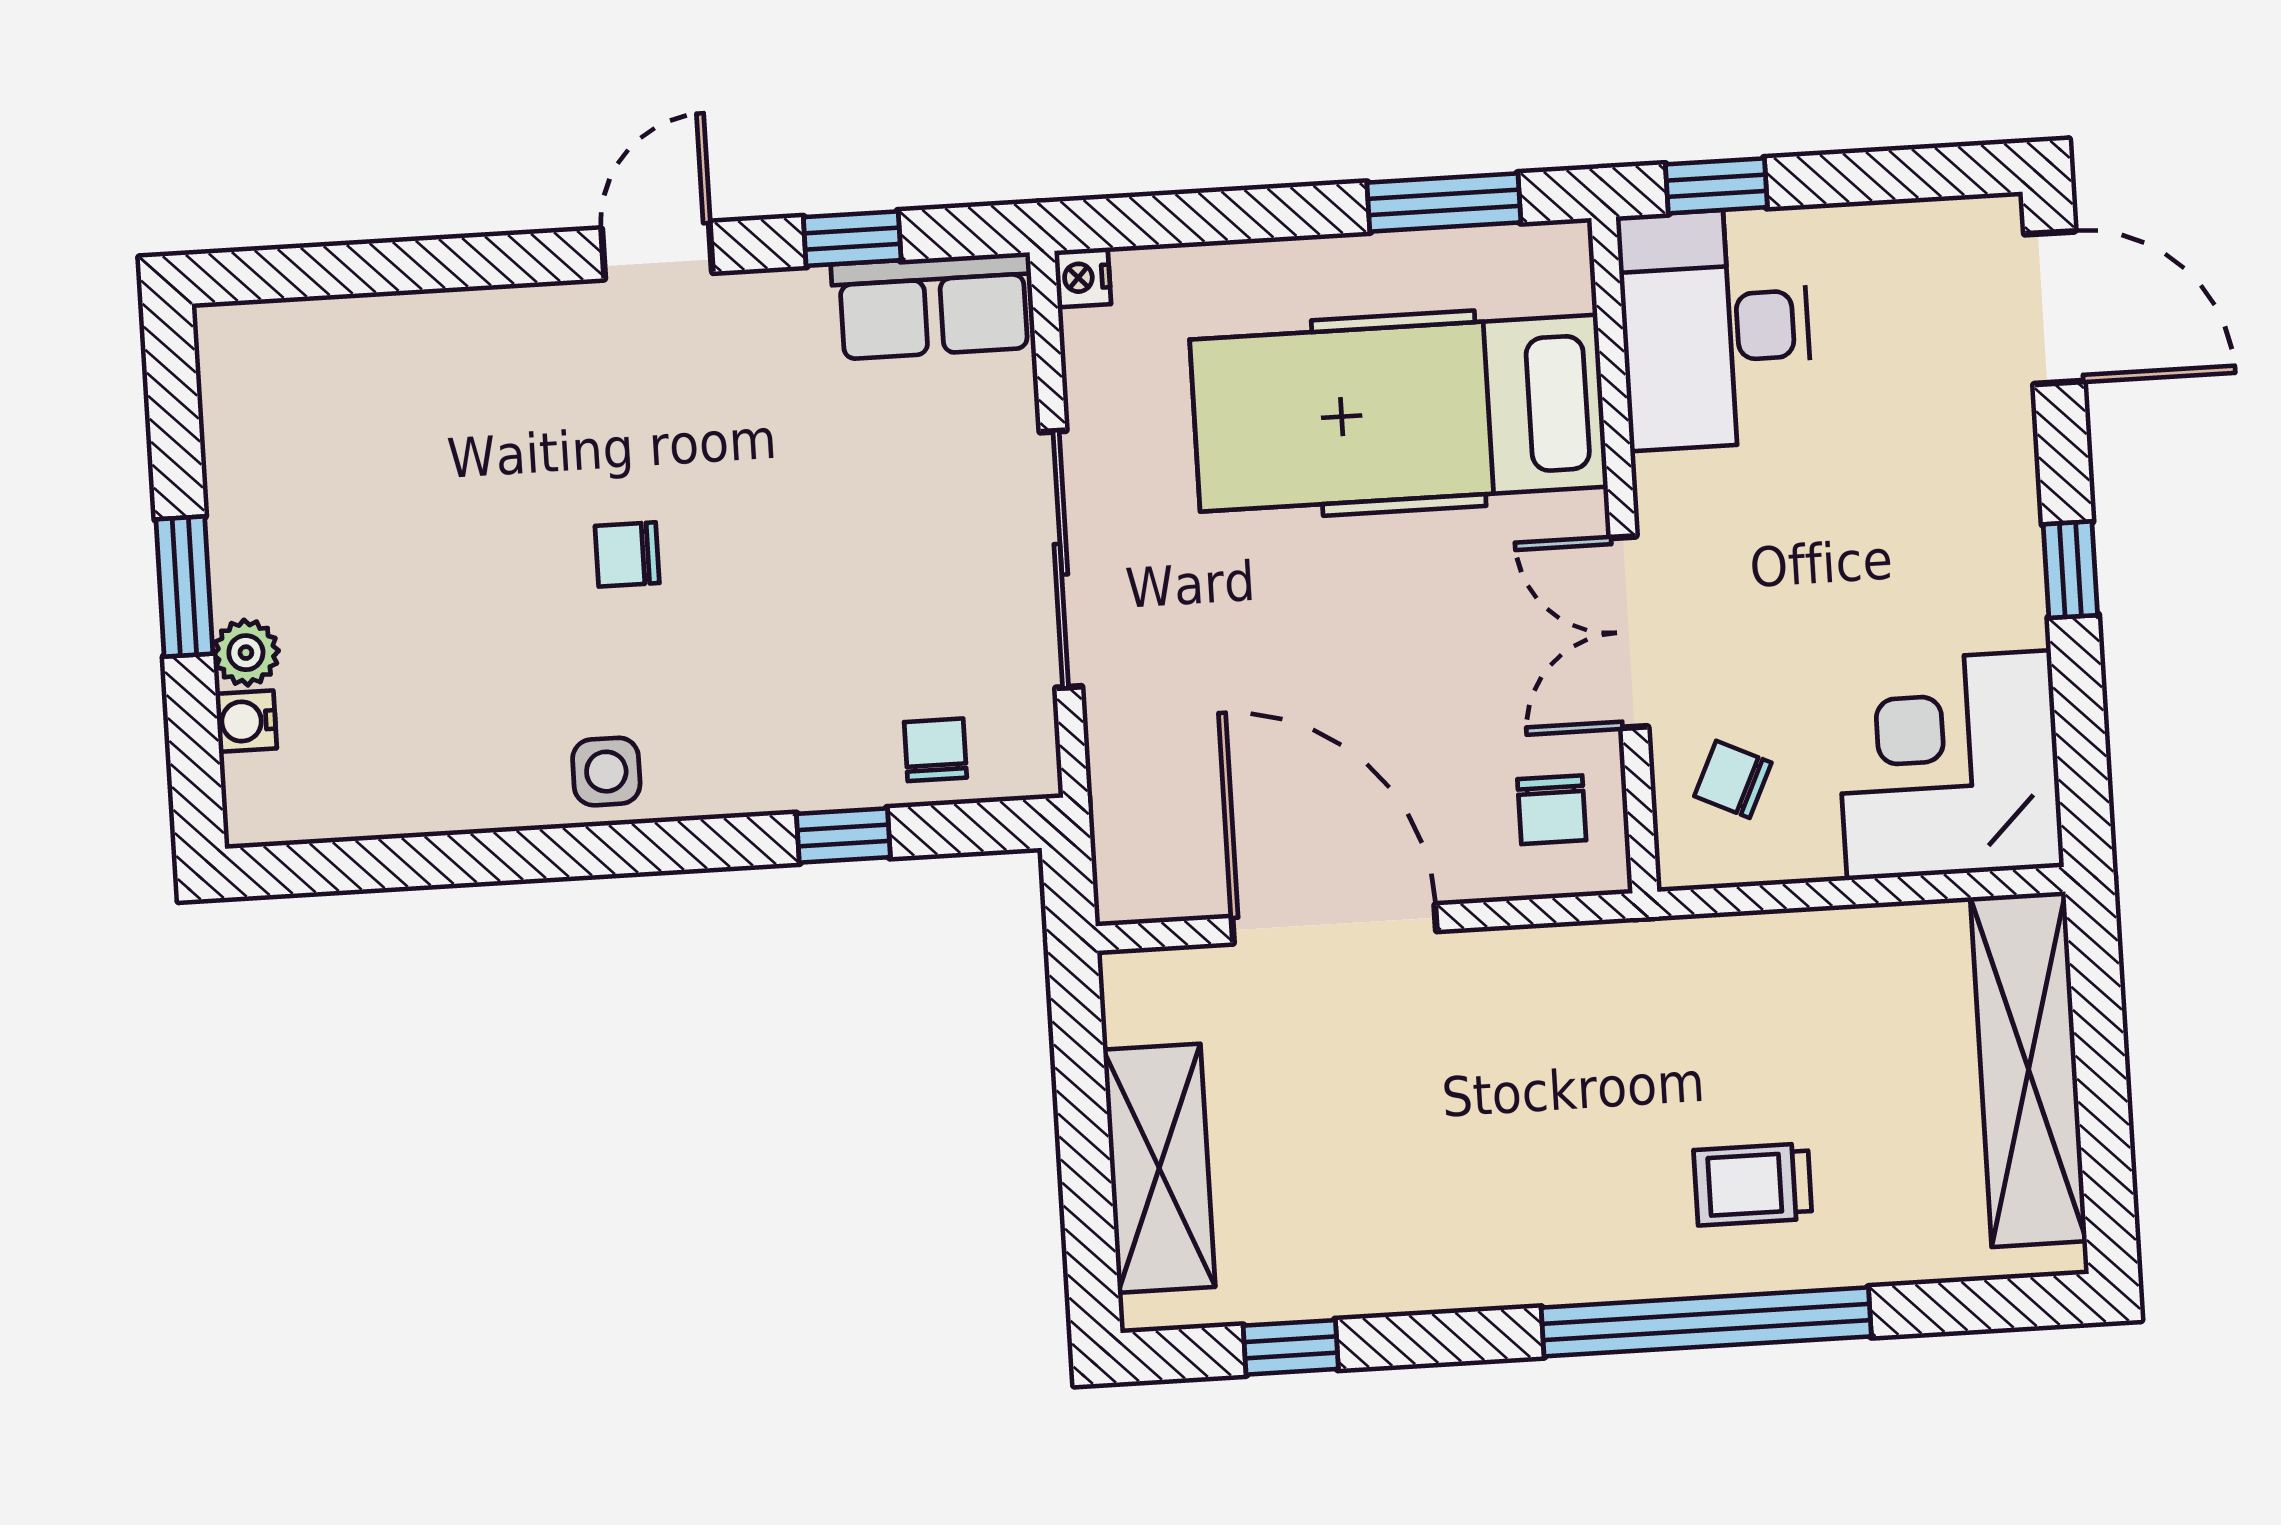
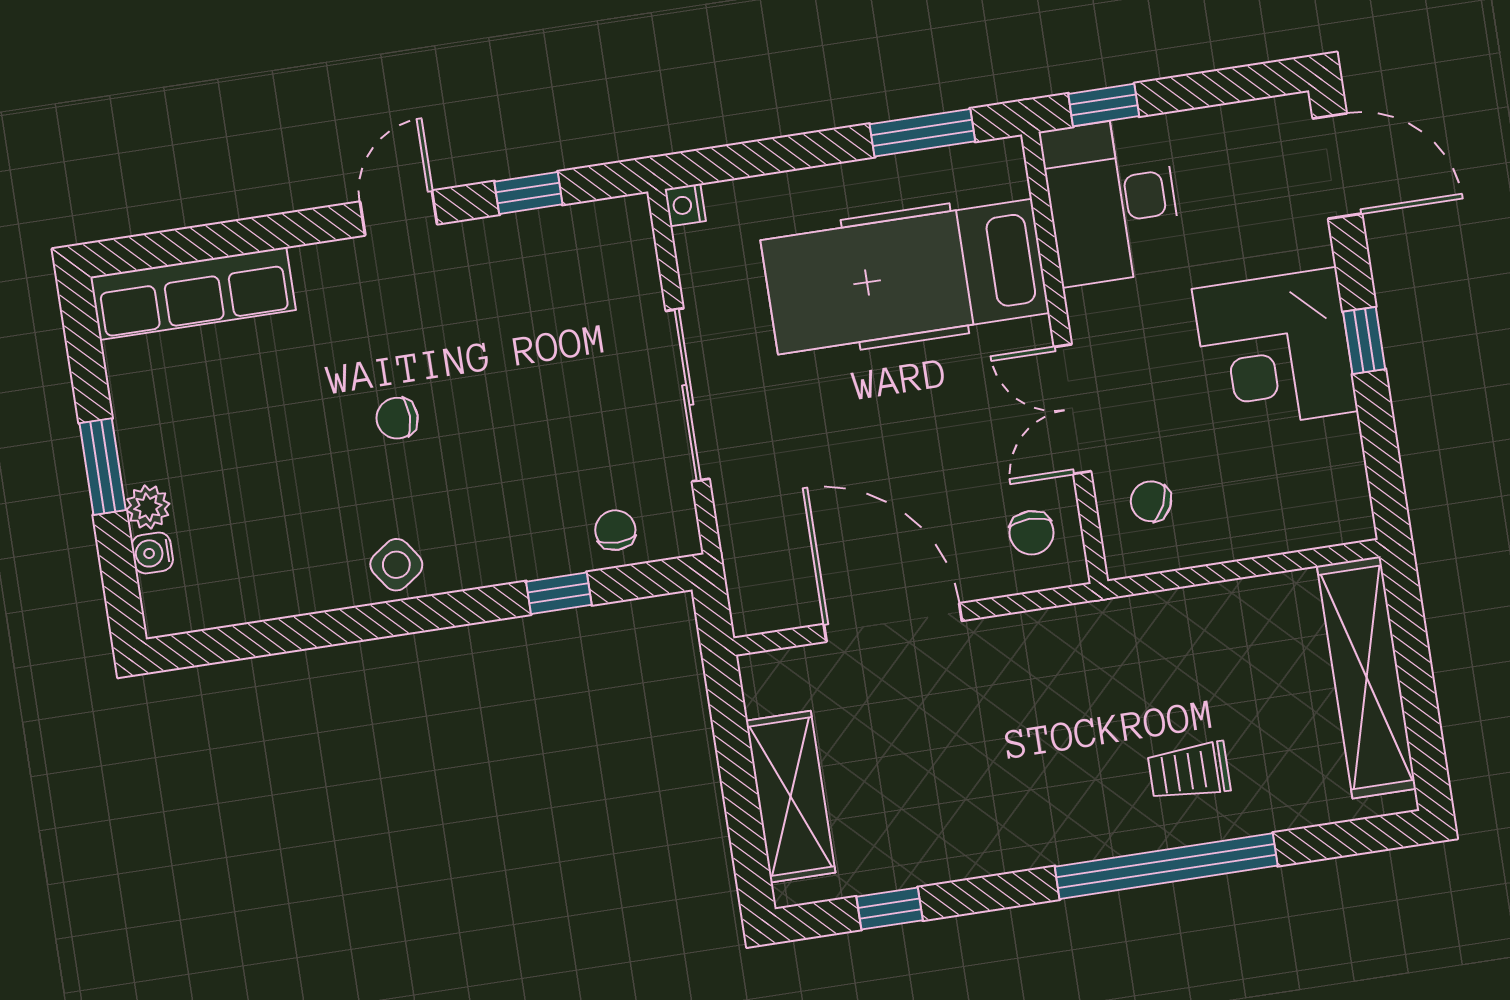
row of seats: (933, 306) -> (193, 293), moved, width x1.48
corner desk: (1949, 765) -> (1275, 350), moved, turned -90
side table: (606, 772) -> (396, 565), turned -35

